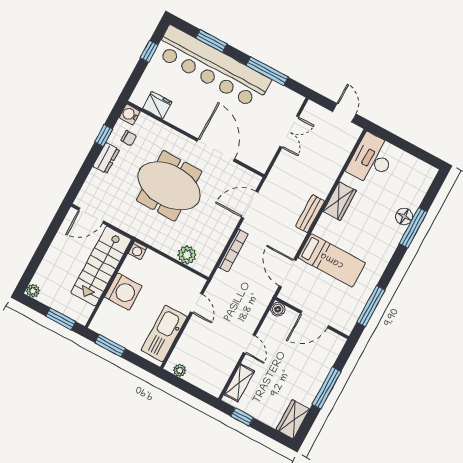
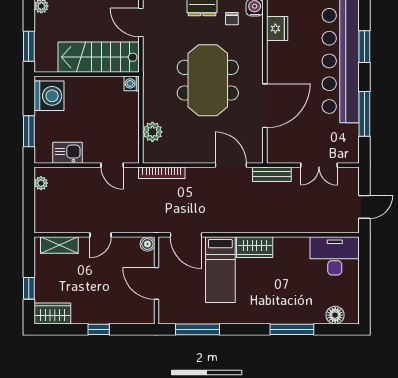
wardrobe: (340, 201) -> (255, 247), moved
bench: (310, 214) -> (272, 174), moved
floor lamp: (404, 216) -> (335, 315), moved
bookcase: (233, 251) -> (162, 173), moved
door: (288, 273) -> (186, 235), swing flipped
washing machine: (123, 292) -> (49, 96), moved, turned -90
door: (196, 303) -> (112, 165), hinge flipped
kitchen sink: (164, 333) -> (67, 153), width x0.53, depth x0.81
window: (110, 346) -> (29, 131), moved
window: (327, 388) -> (99, 329), width x0.46
window: (242, 417) -> (29, 288), moved

